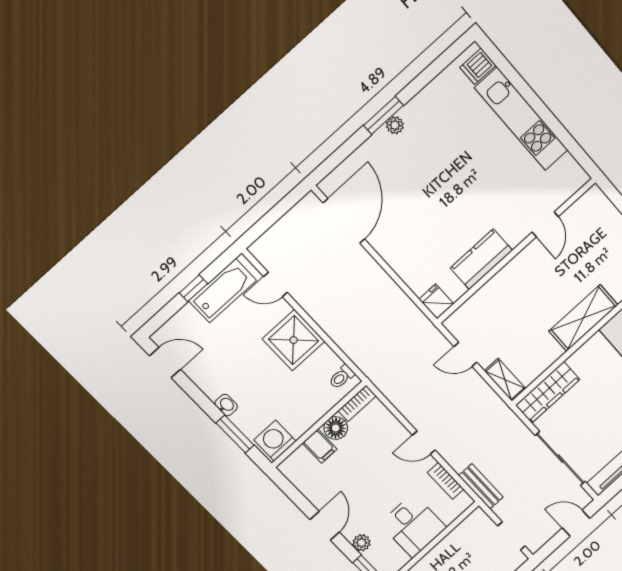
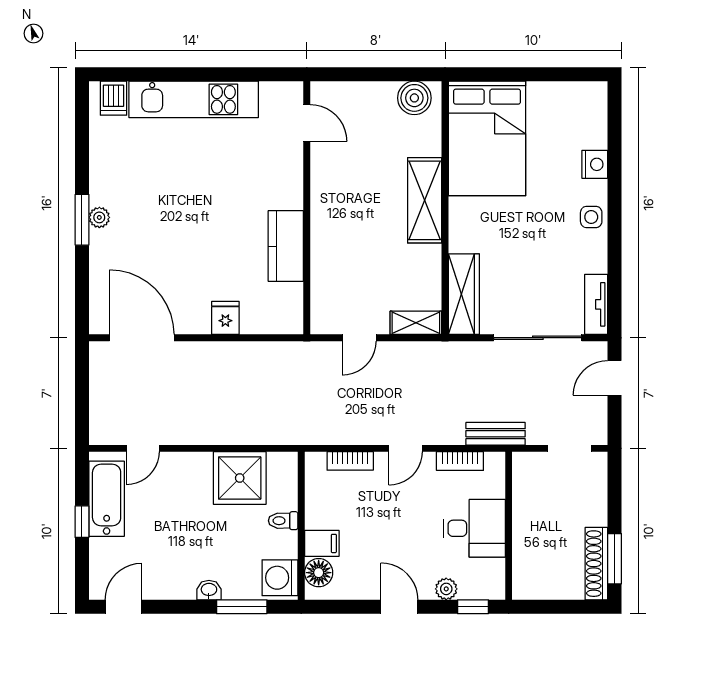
door: (545, 224) -> (307, 123), moved
fridge: (436, 301) -> (225, 318), moved, turned 90
shower: (294, 340) -> (240, 478), moved
toilet: (342, 377) -> (283, 521), moved, turned 90
bookcase: (357, 403) -> (350, 461), moved, turned 90
floor lamp: (336, 428) -> (319, 573), moved

